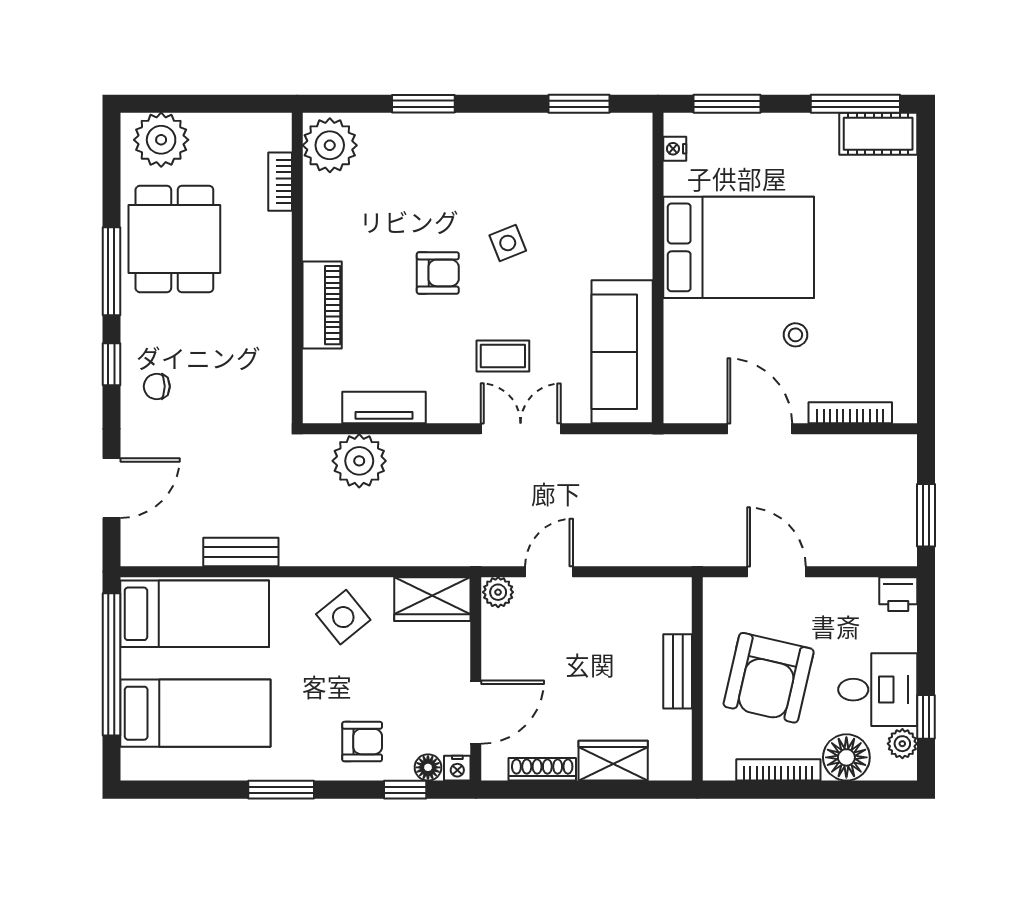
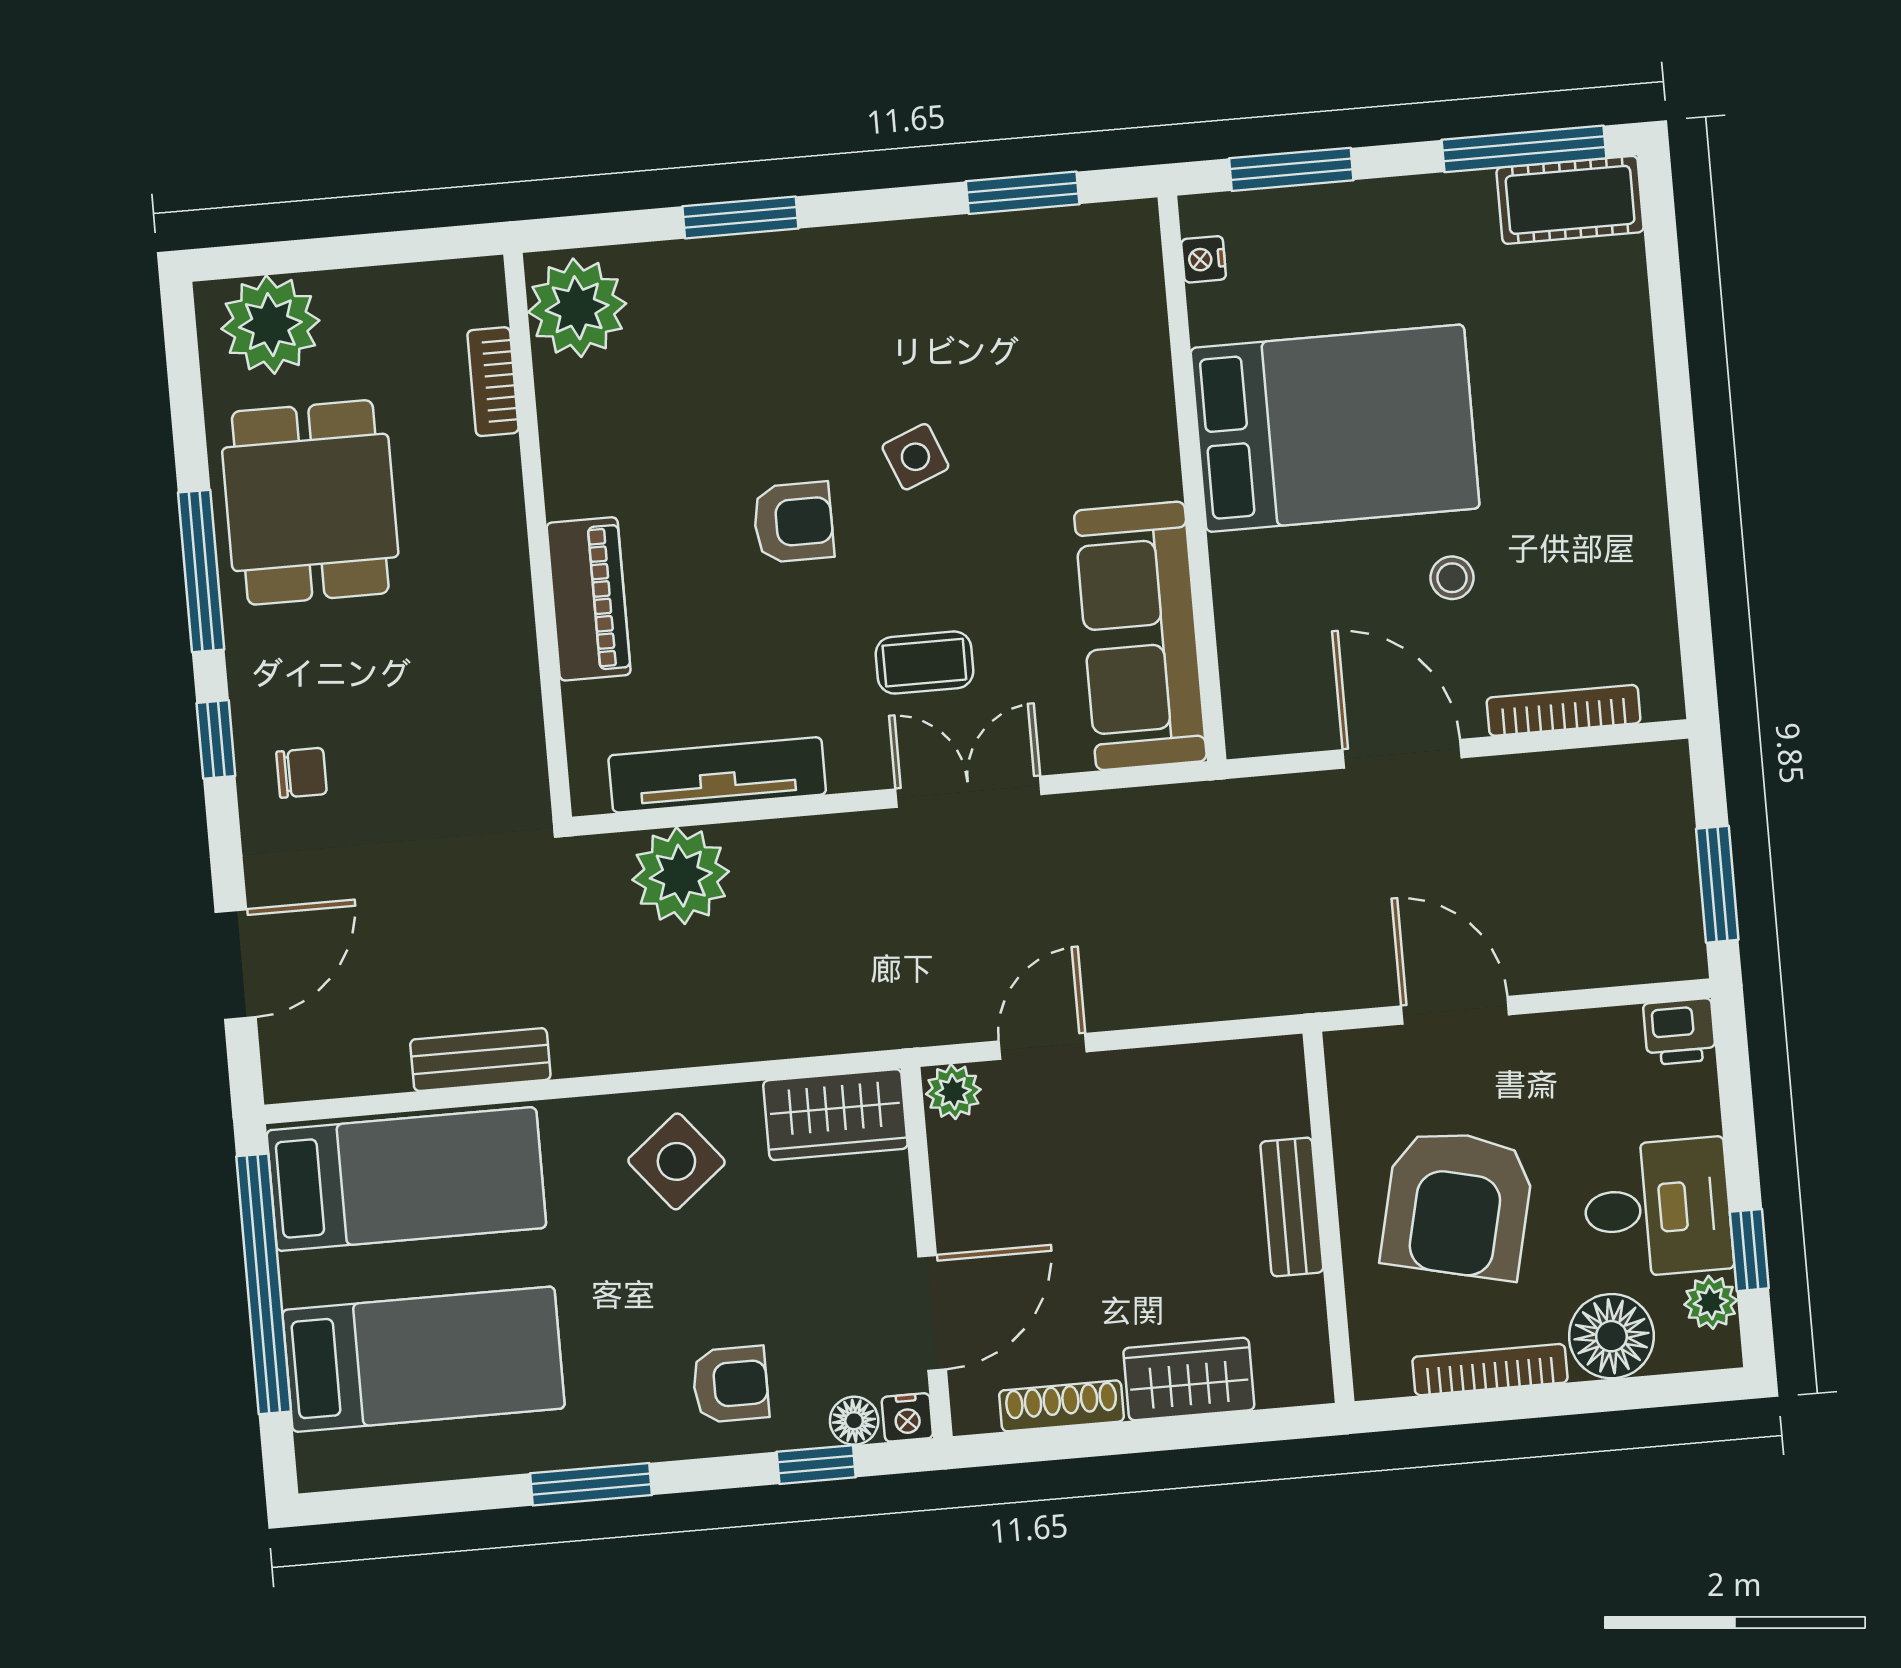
chair: (157, 386) -> (302, 773), turned 180
tv unit: (384, 408) -> (717, 775), width x1.41

